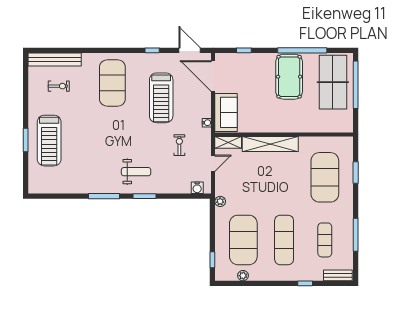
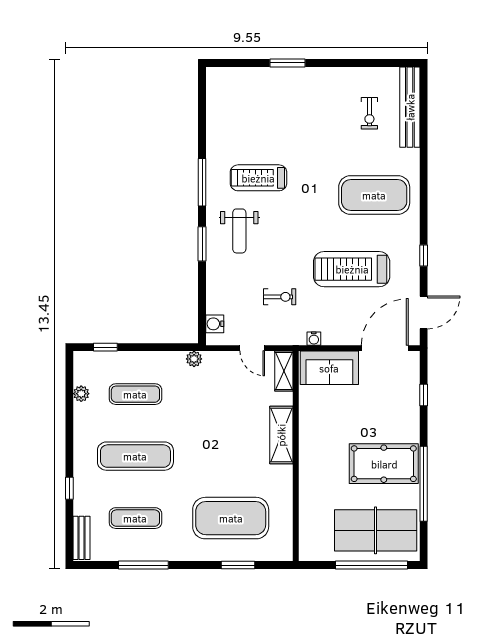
treadmill: (49, 141) -> (258, 178), moved, width x0.73, depth x0.73
shelving: (270, 144) -> (281, 435), width x0.68
exercise mat: (243, 240) -> (135, 394), width x0.50, depth x0.69

